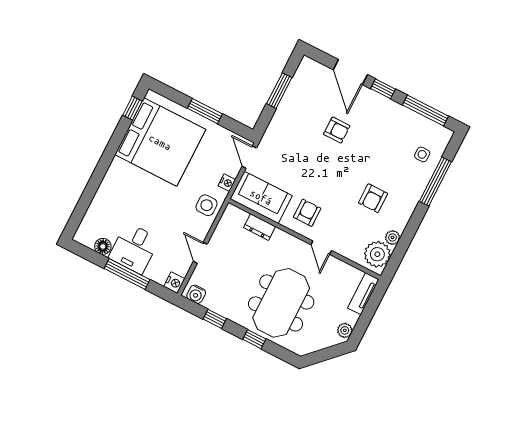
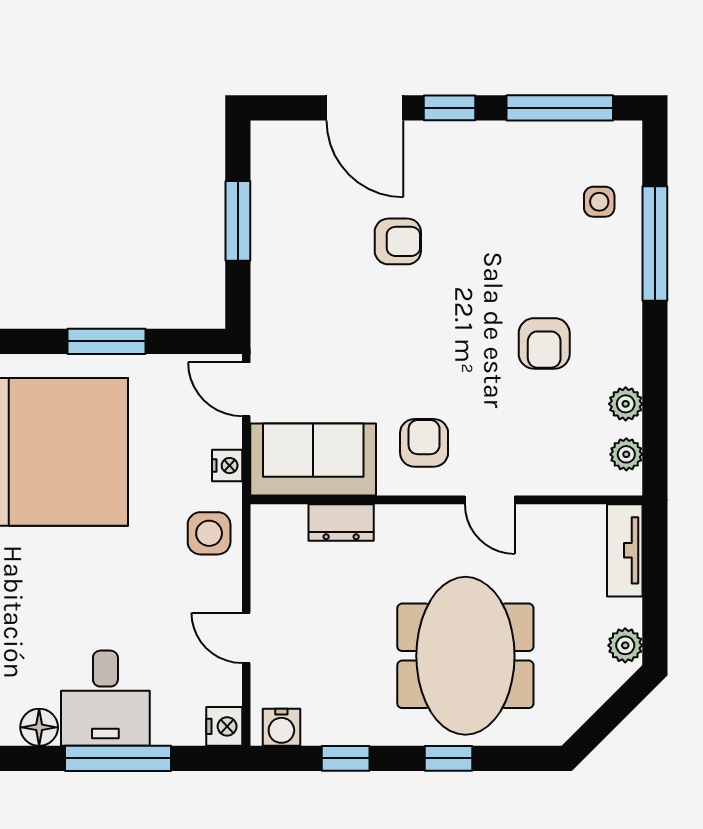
plant: (377, 254) -> (626, 454), width x0.53, depth x0.53

